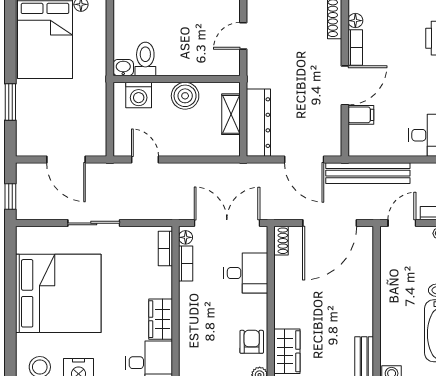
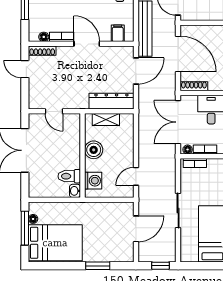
filing cabinet: (361, 115) -> (118, 33), moved
shoe rack: (281, 241) -> (194, 86), width x1.43

